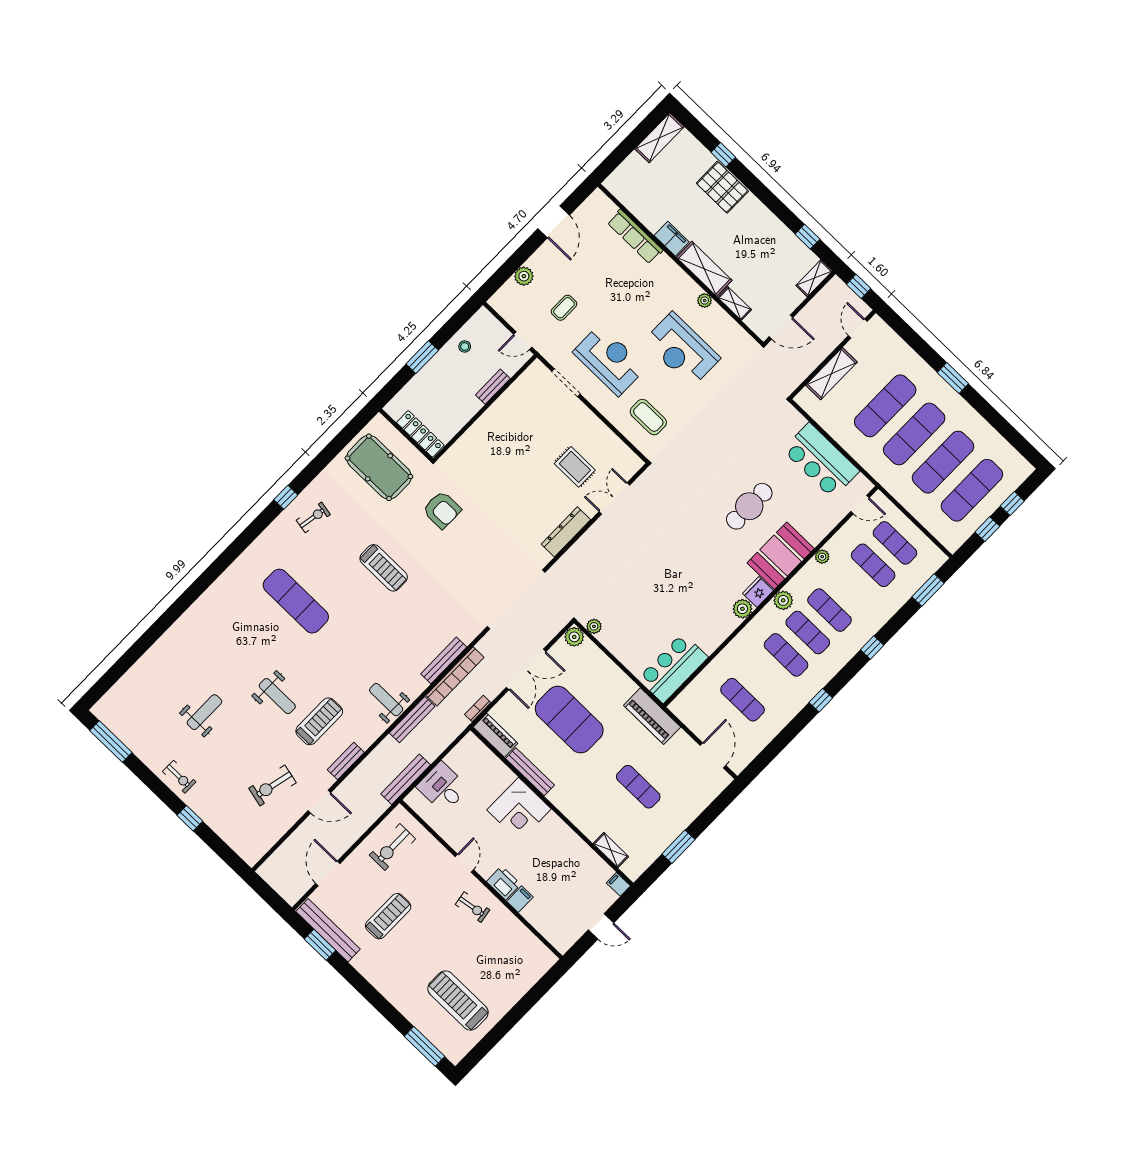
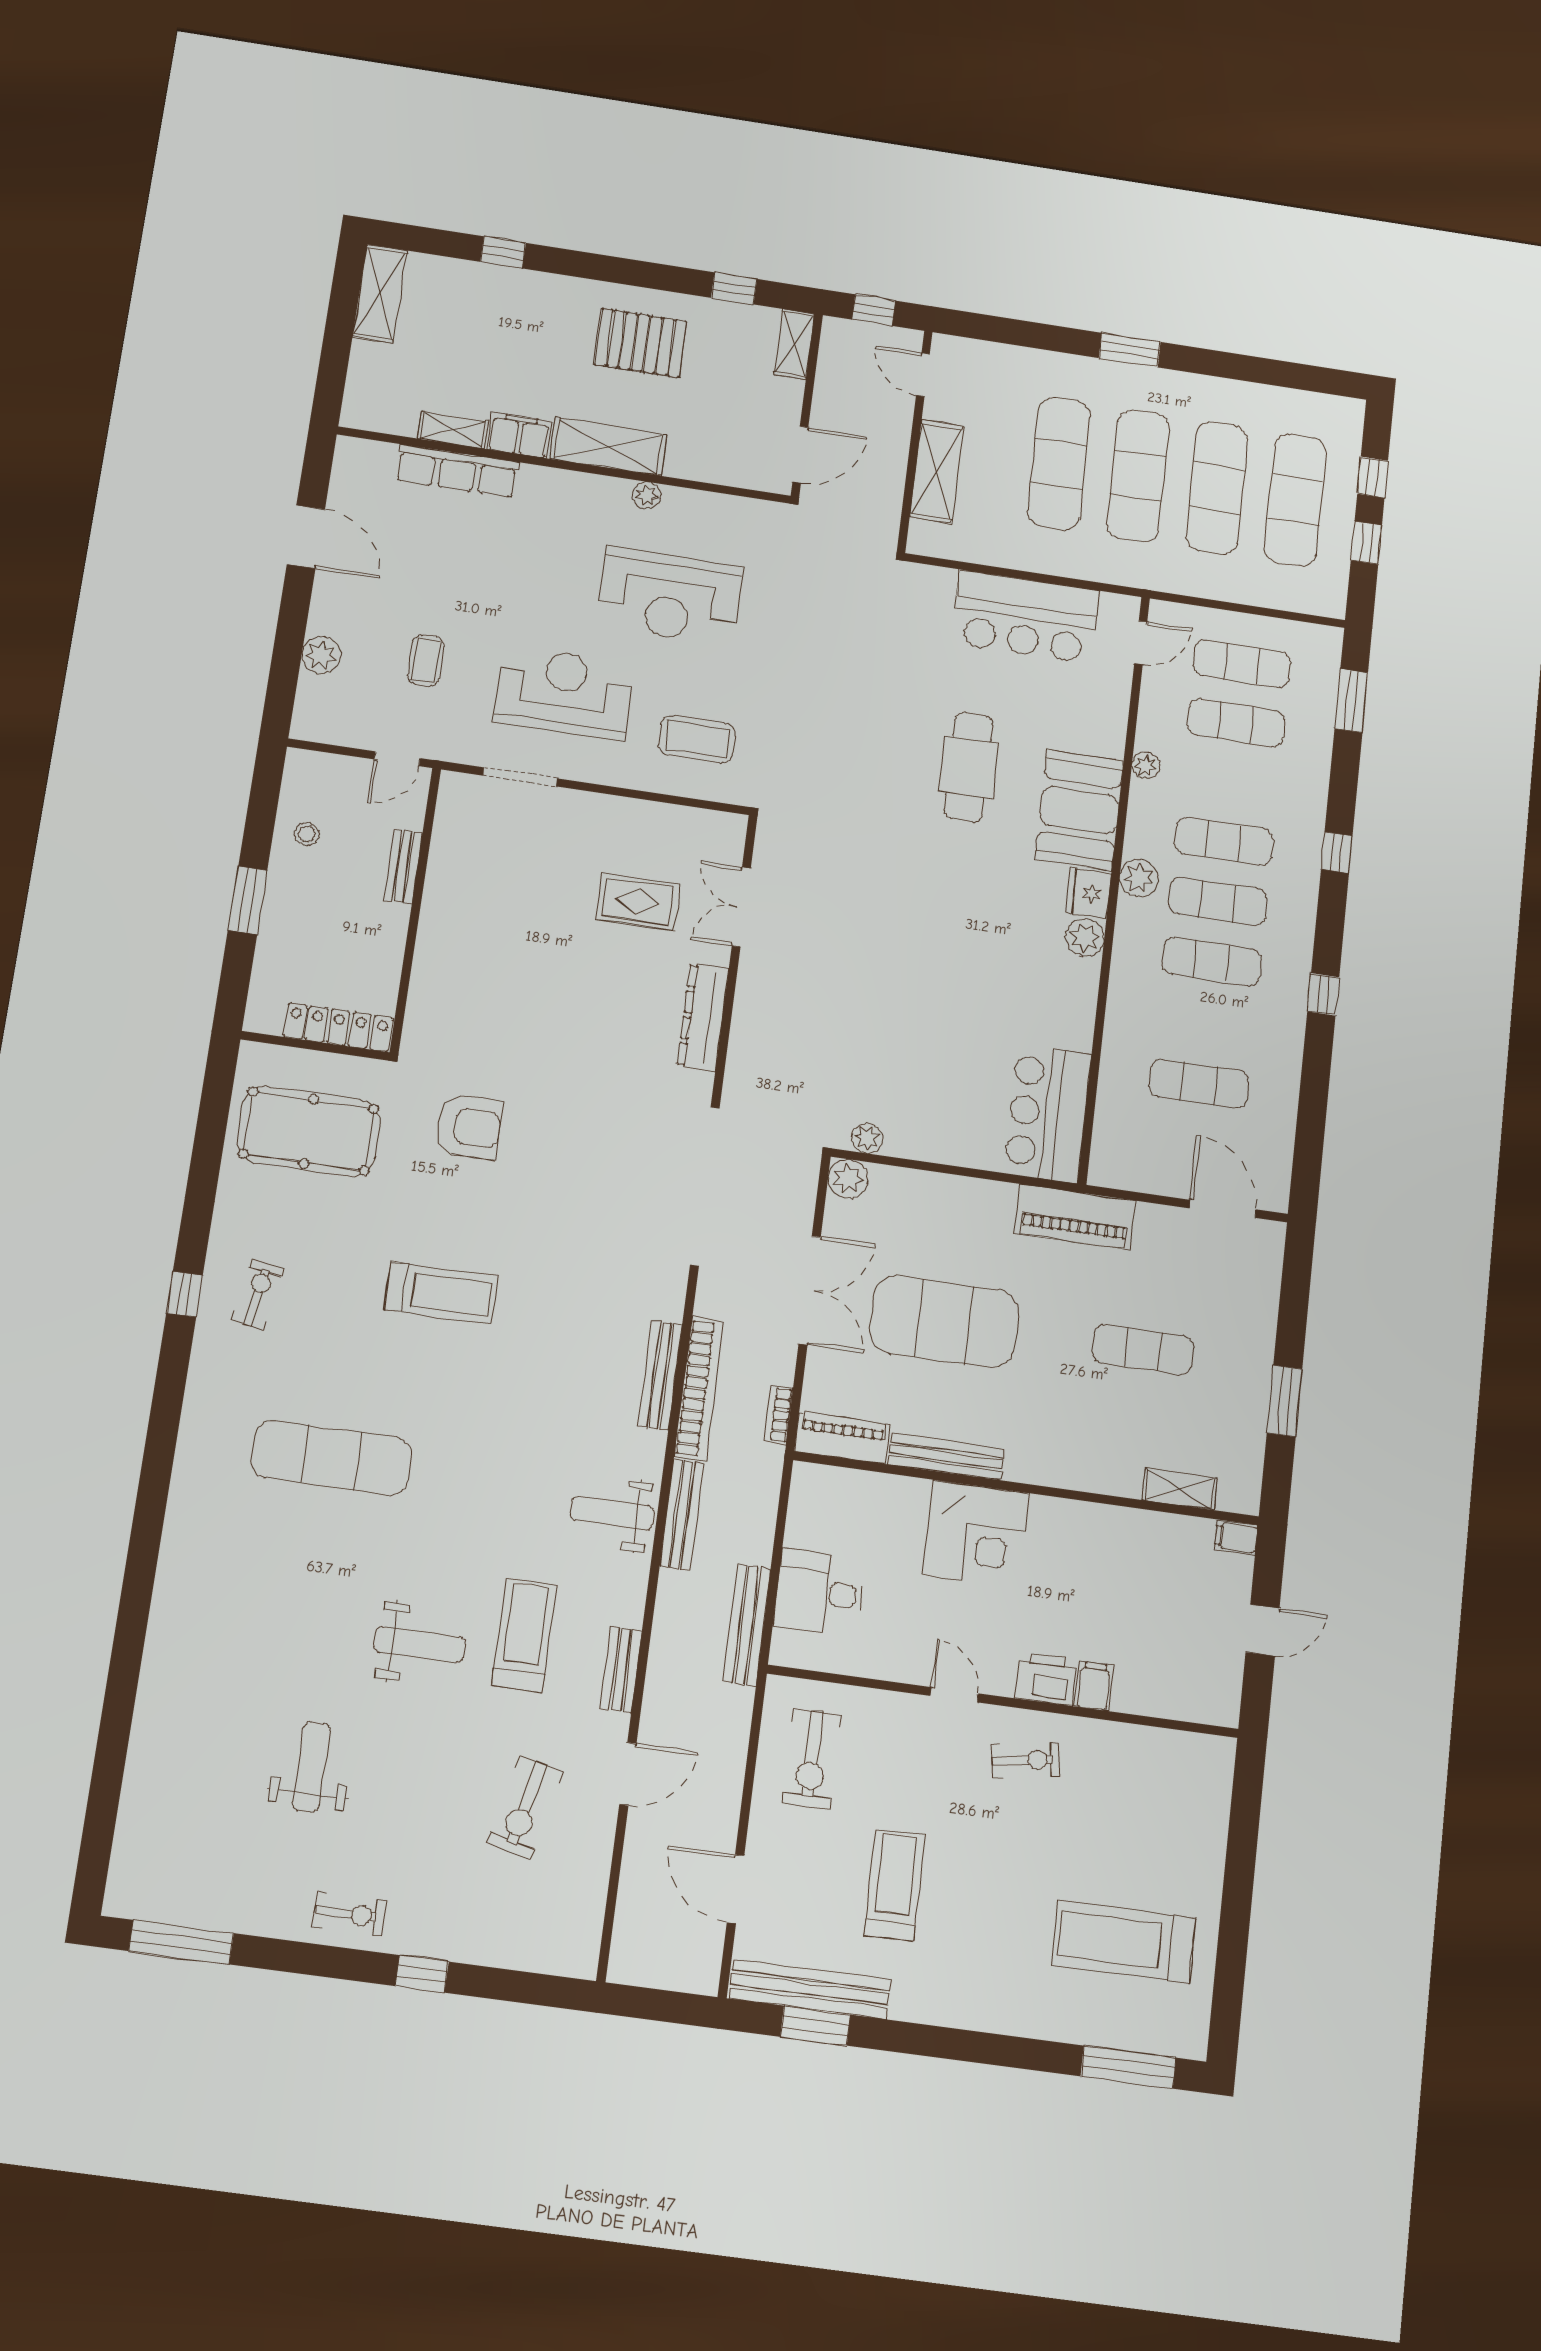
pallet: (722, 187) -> (641, 343), moved
shelving: (735, 304) -> (453, 430), moved

